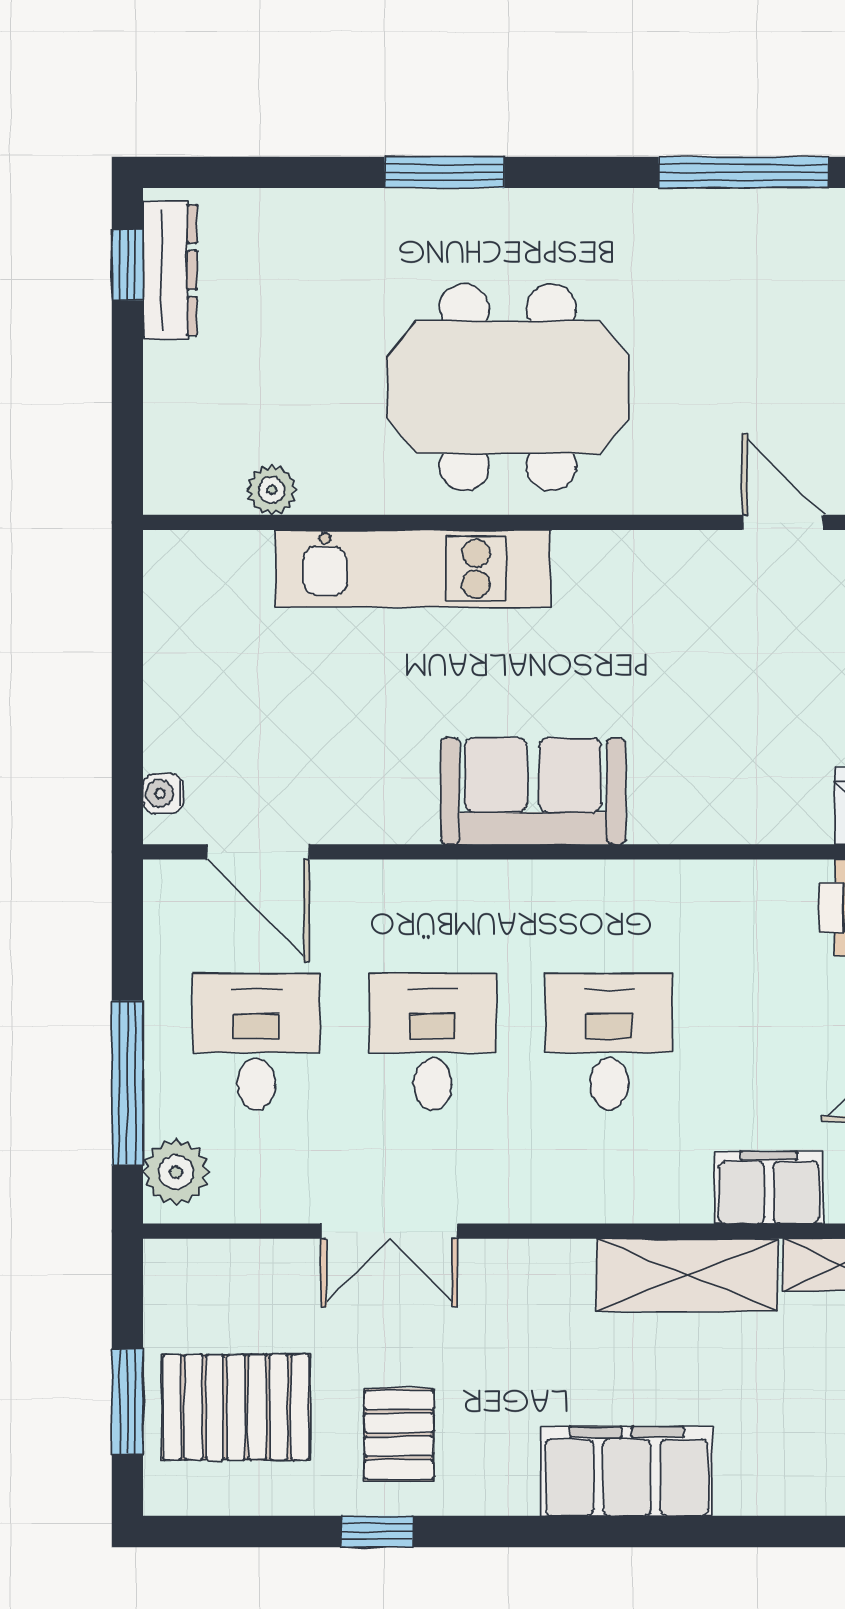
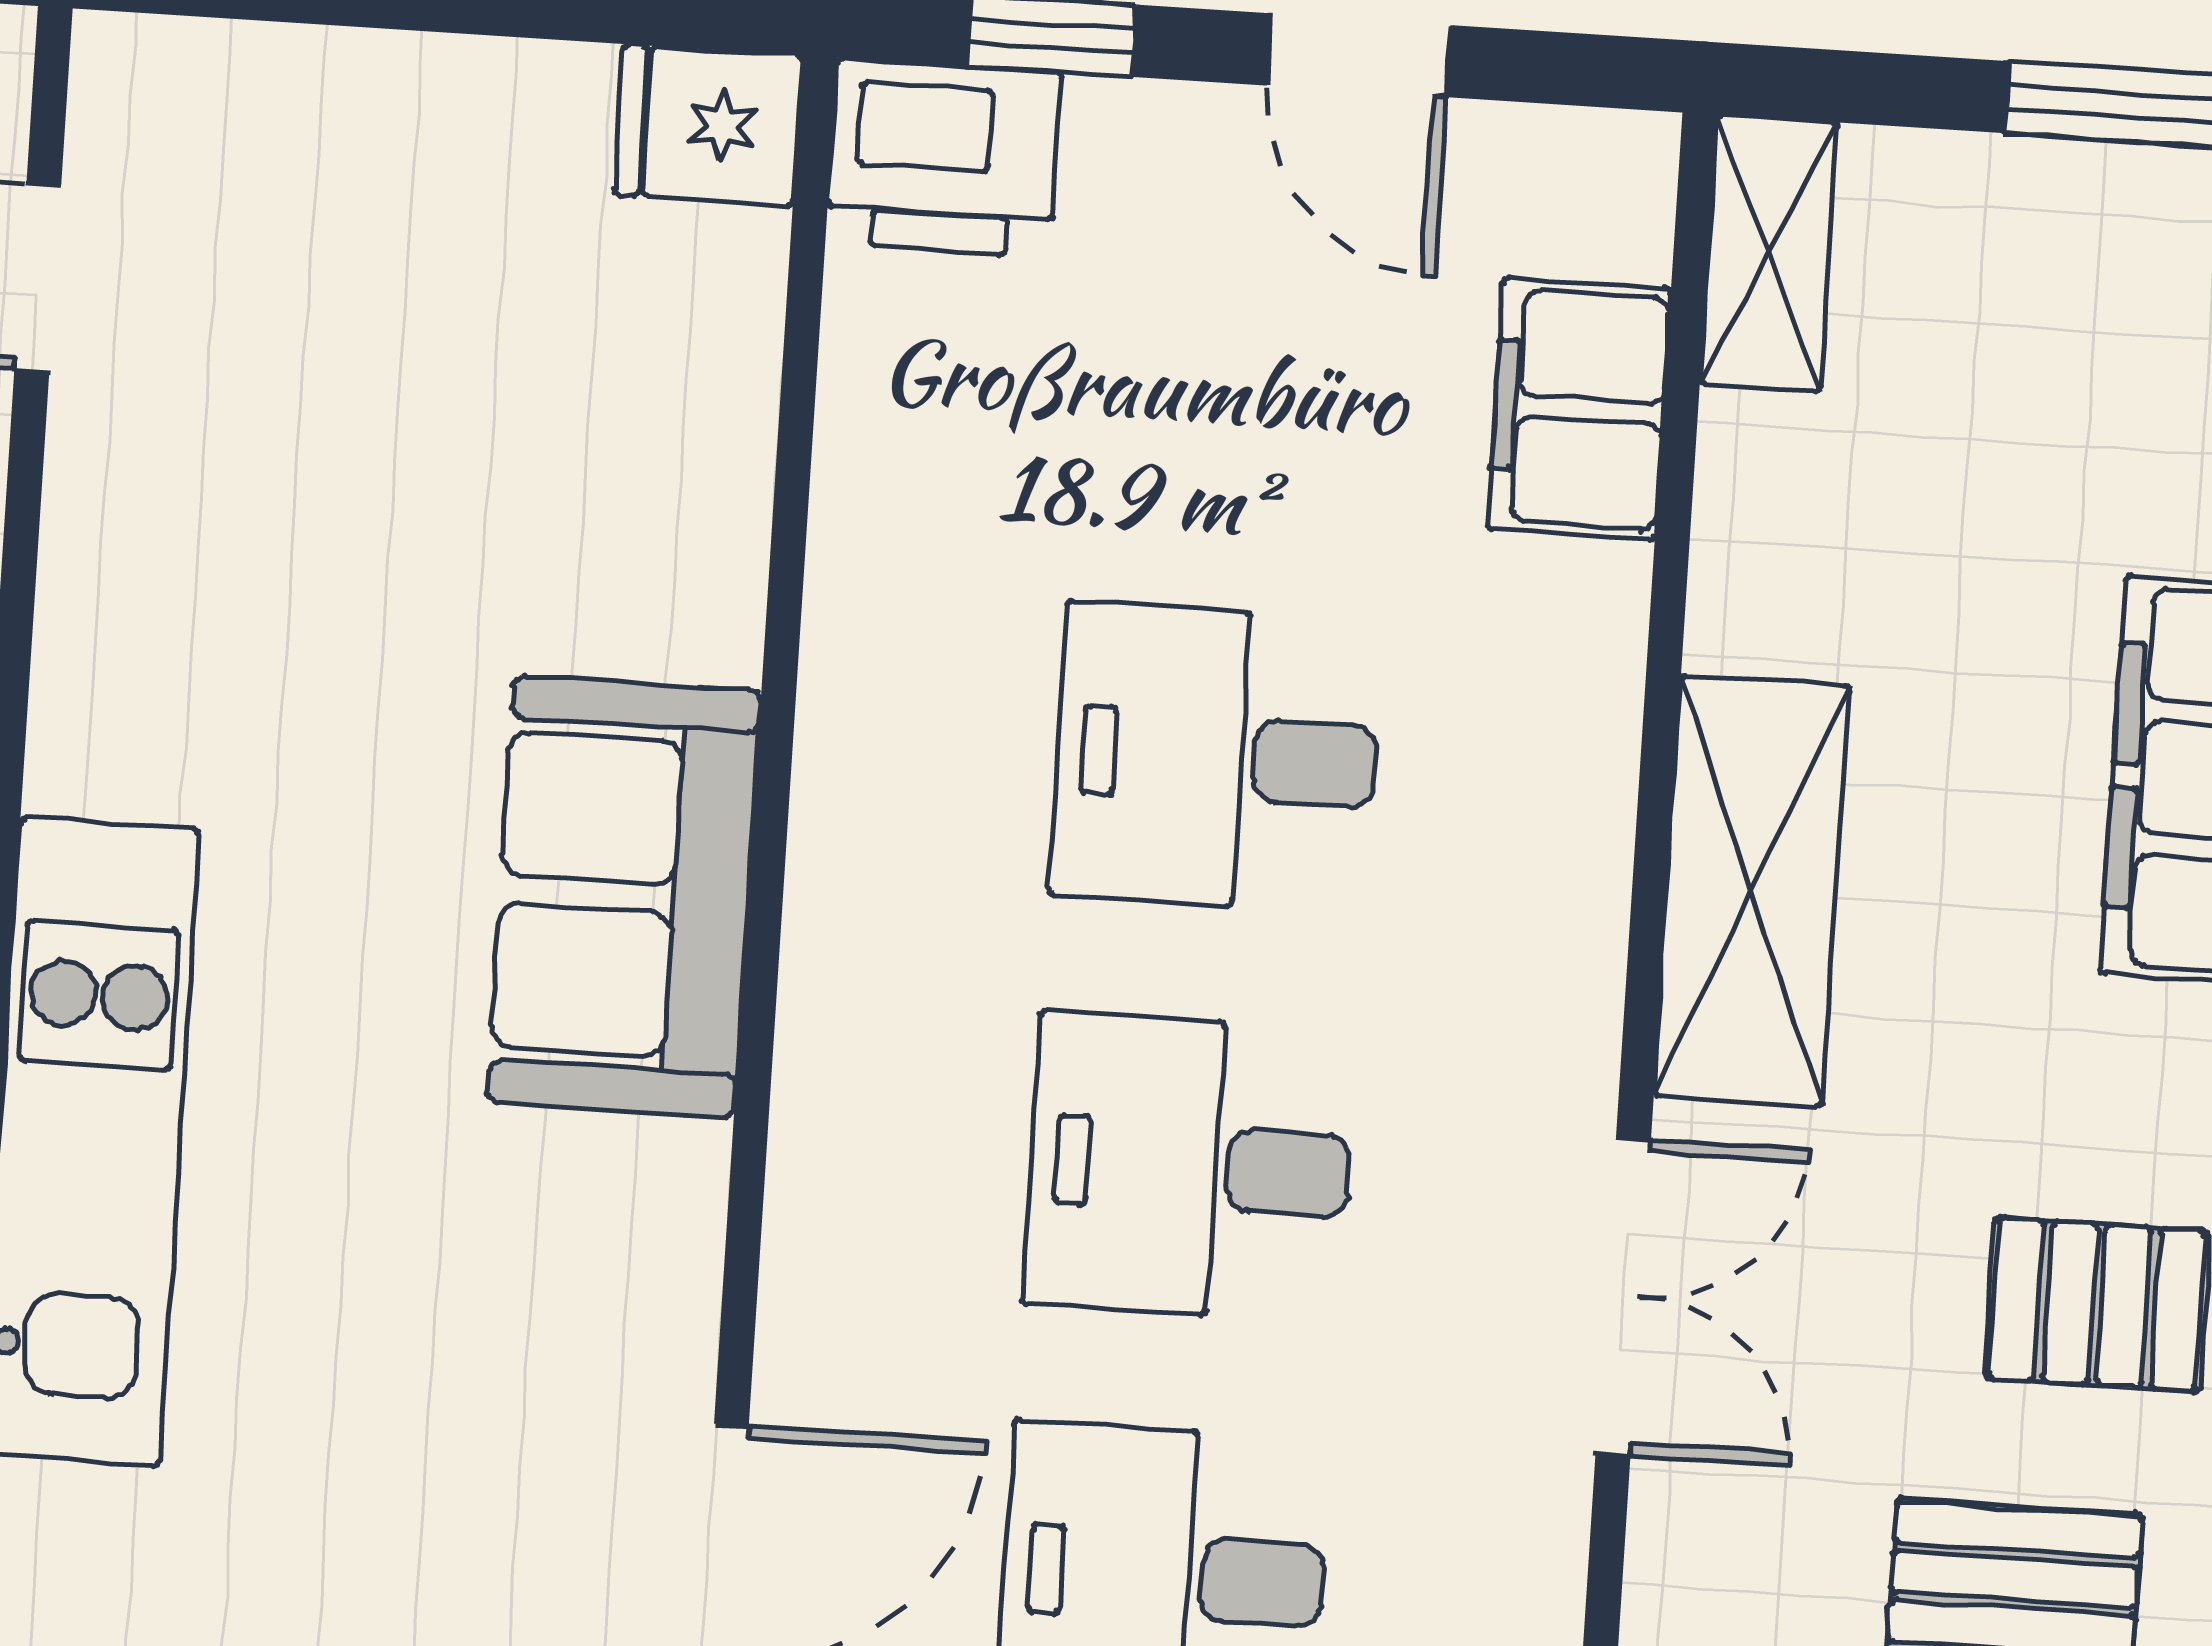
shelving: (687, 1275) -> (1751, 891), moved

